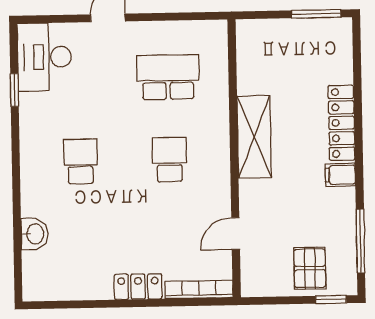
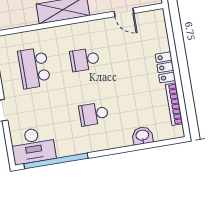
window: (14, 90) -> (56, 161), width x3.17
bookcase: (199, 290) -> (174, 104), moved

